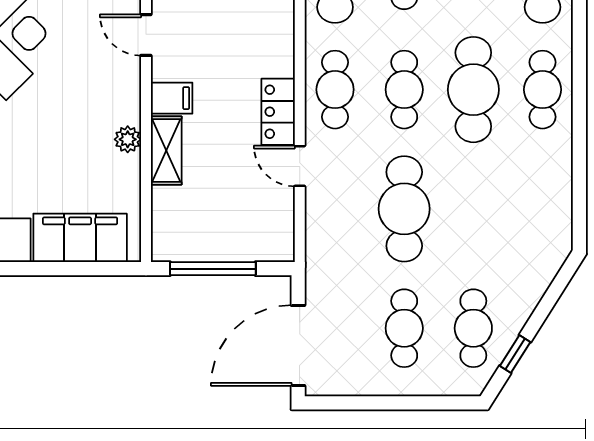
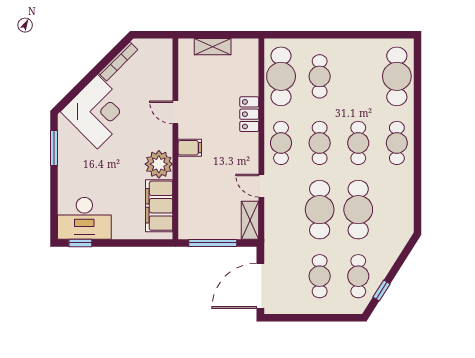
cafe table: (473, 90) -> (358, 143), width x0.73, depth x0.74
locker: (278, 112) -> (249, 114), moved
plant: (128, 139) -> (159, 164), width x1.87, depth x1.87
shelving: (166, 150) -> (250, 220), moved
cafe table: (473, 209) -> (358, 210), added
filing cabinet: (80, 238) -> (159, 206), moved, turned -90

